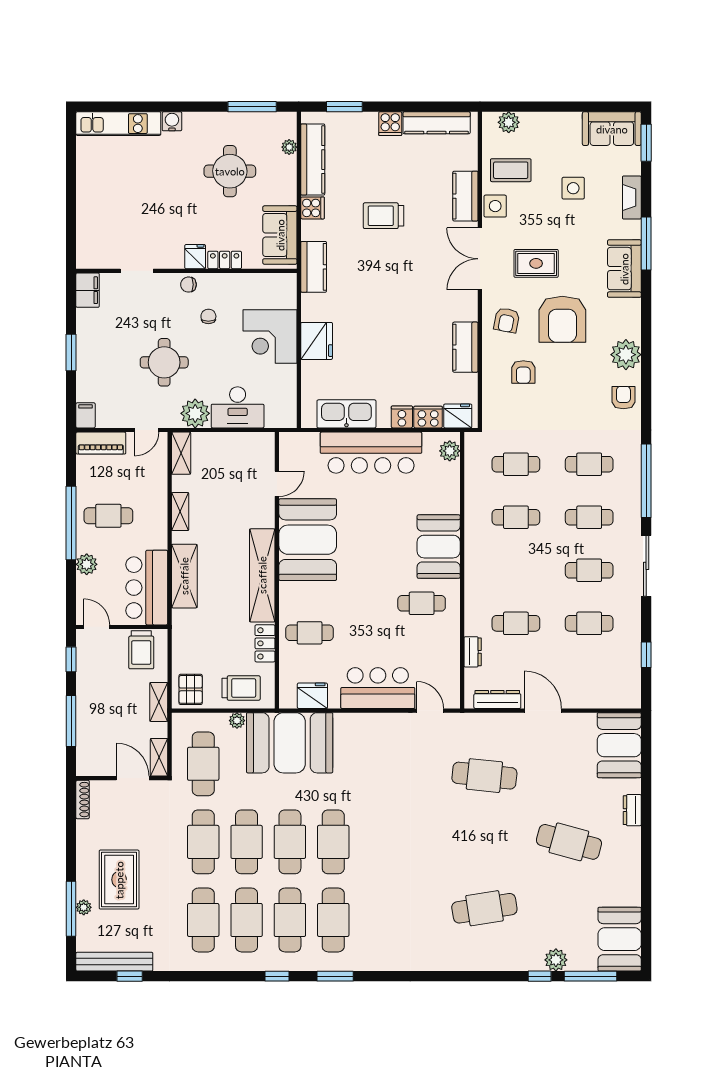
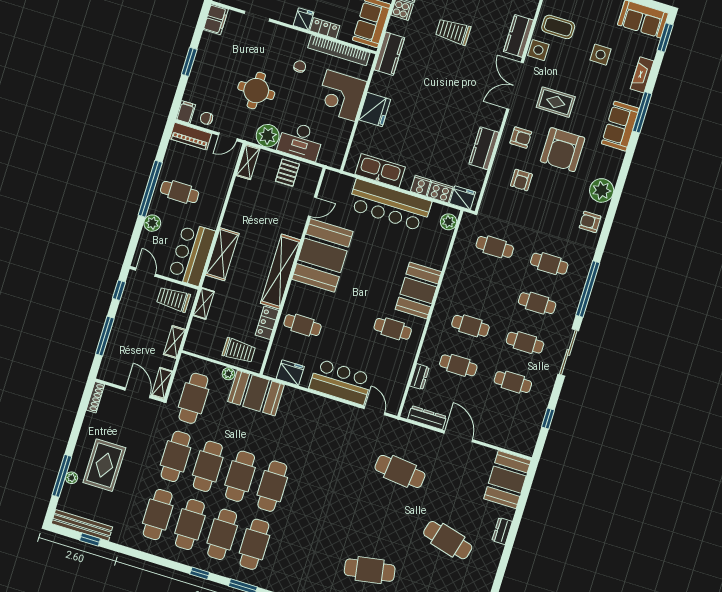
bookcase: (250, 282) -> (339, 50), added
chair: (189, 285) -> (206, 118), moved
armchair: (507, 320) -> (521, 138), turned -101
armchair: (623, 398) -> (590, 222), turned -90
shelving: (180, 512) -> (204, 304), moved
cafe table: (516, 517) -> (470, 326), moved
trolley: (141, 650) -> (173, 299), turned 90
pallet: (191, 689) -> (287, 173), moved
booth: (290, 743) -> (256, 393), width x0.73, depth x0.70

